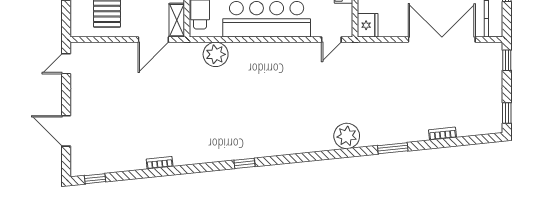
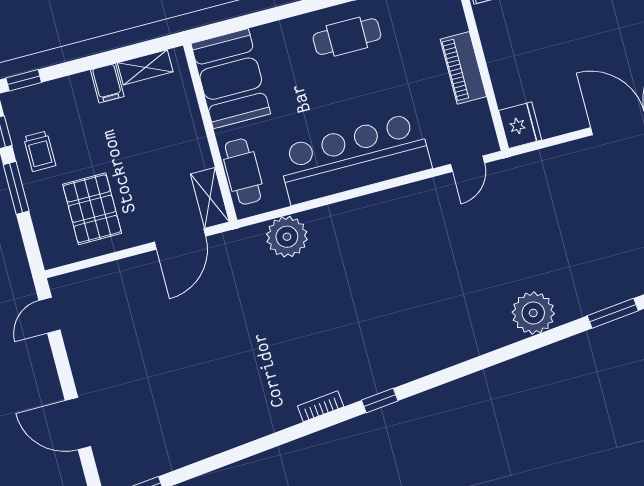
bookcase: (160, 163) -> (321, 406), moved

